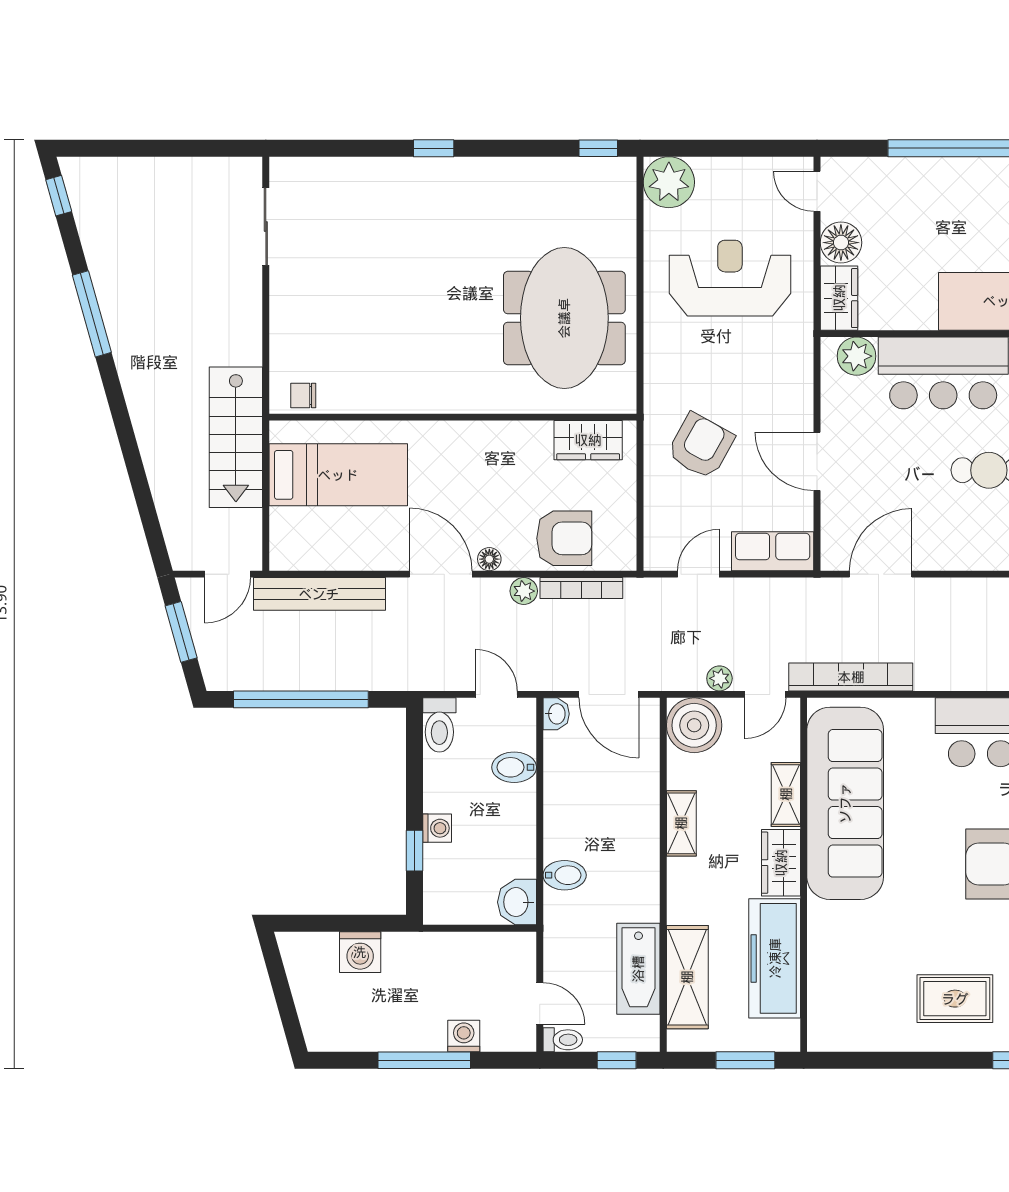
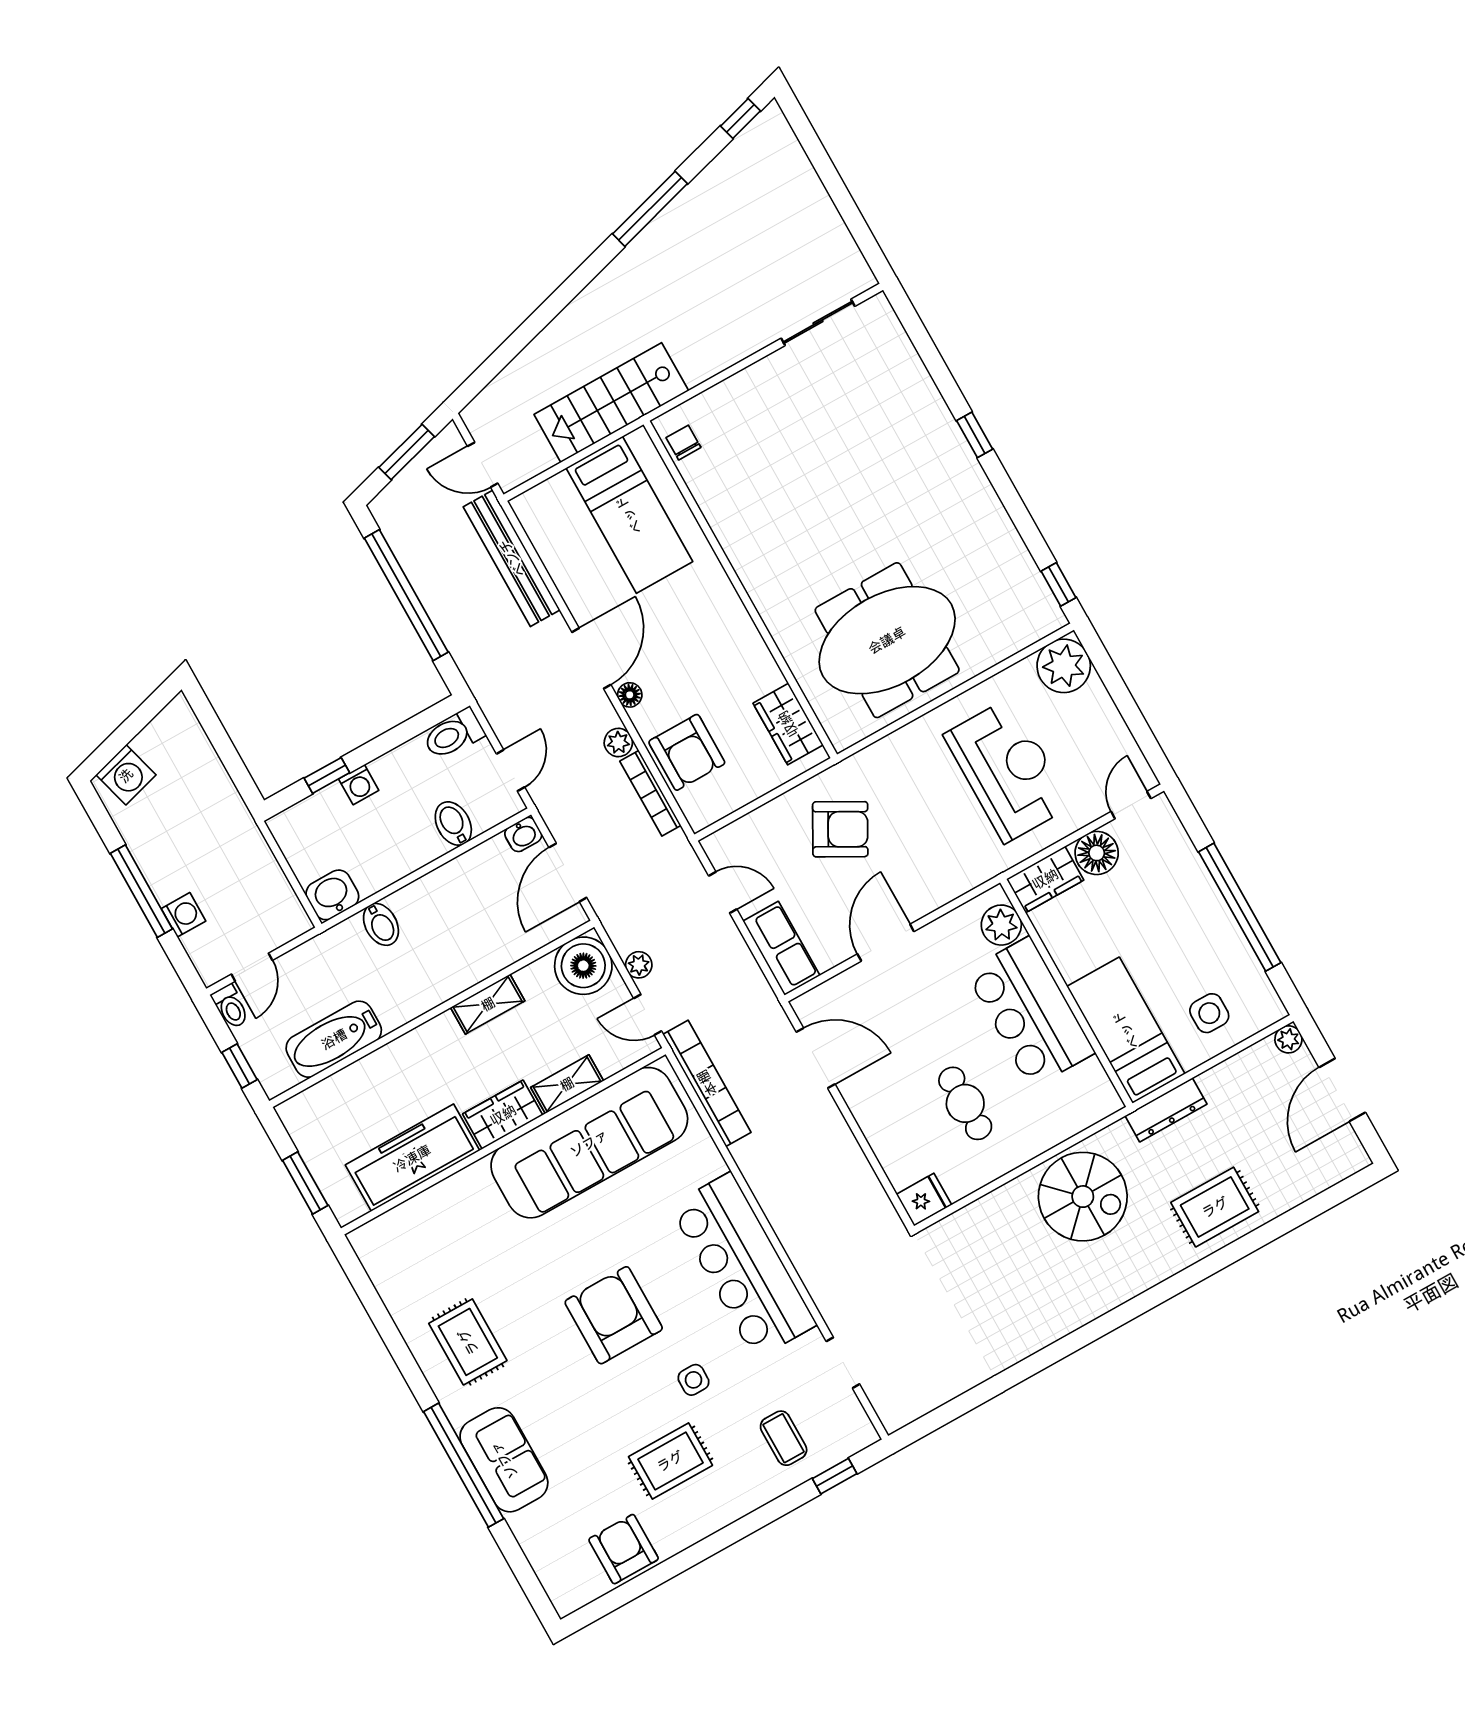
washing machine: (360, 952) -> (126, 775), moved, turned -106
shelving: (687, 977) -> (351, 1088), removed

